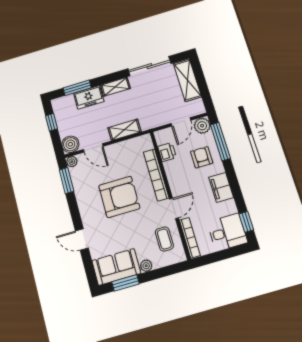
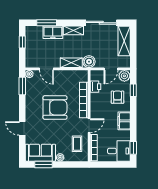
window: (220, 142) -> (133, 90), width x0.46
boiler: (70, 144) -> (89, 62), moved

